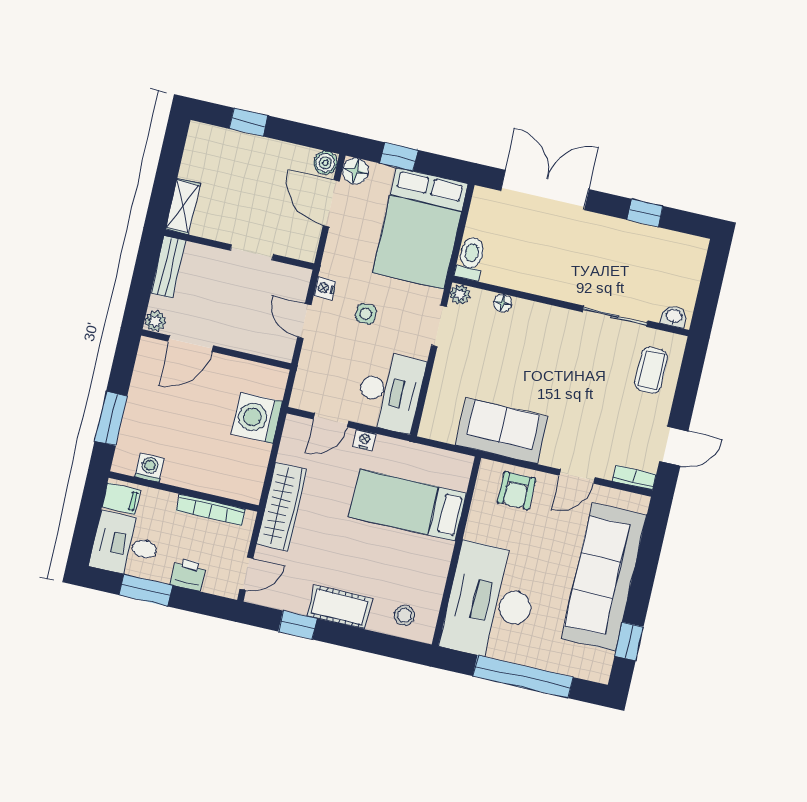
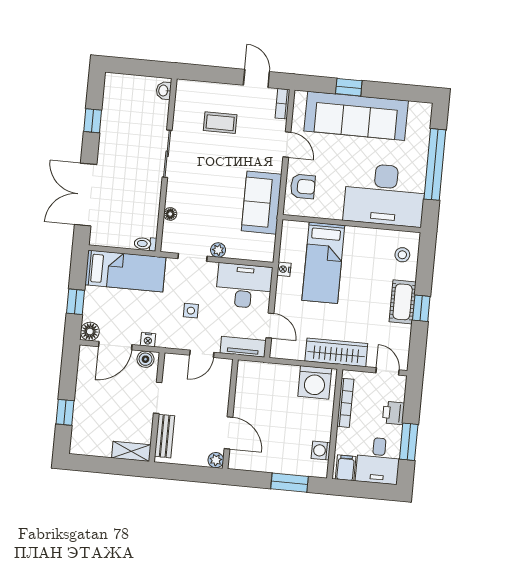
boiler: (325, 163) -> (145, 359), moved
bed: (420, 228) -> (125, 271), width x0.67
toilet: (471, 258) -> (145, 244), width x0.73, depth x0.72
bench: (168, 267) -> (165, 436), moved, turned 90
nightstand: (325, 288) -> (148, 340), moved
plant: (460, 295) -> (218, 250), moved
sliding door: (615, 316) -> (167, 154), moved
coffee table: (651, 370) -> (220, 123), moved
tv unit: (306, 379) -> (243, 347), added
washing machine: (257, 418) -> (315, 382), moved
nightstand: (364, 440) -> (284, 269), moved
window: (298, 625) -> (421, 308), moved
window: (629, 641) -> (349, 87), moved

